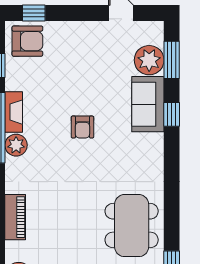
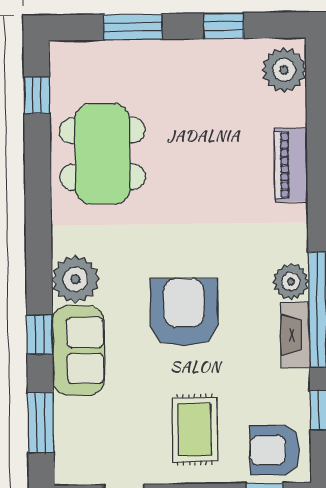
rug: (77, 54) -> (195, 430), added
plant: (149, 60) -> (75, 279), moved
armchair: (82, 127) -> (184, 312), width x1.88, depth x1.88

